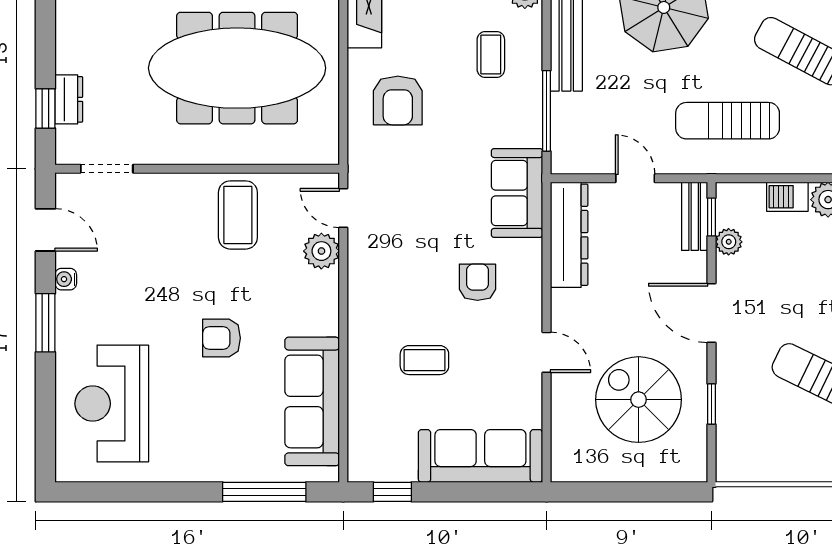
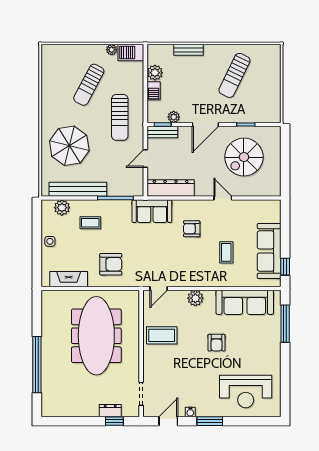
plant: (321, 251) -> (195, 298), moved
door: (546, 352) -> (223, 198), hinge flipped
sofa: (480, 456) -> (269, 251), moved

